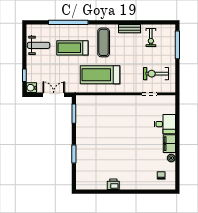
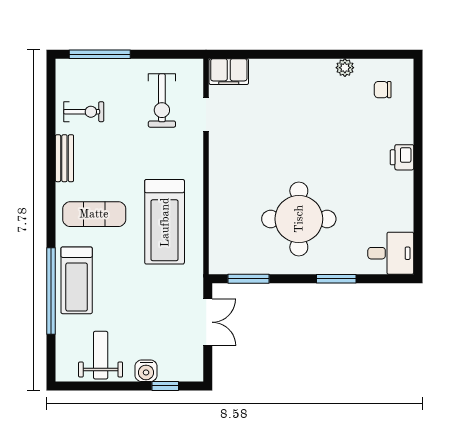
treadmill: (72, 48) -> (77, 280), moved
water cooler: (31, 88) -> (146, 371), moved
double door: (54, 95) -> (208, 322), swing flipped
desk: (165, 124) -> (391, 253), moved, turned 90
round table: (101, 137) -> (299, 219), added
filing cabinet: (169, 144) -> (229, 72), moved
printer: (113, 184) -> (402, 157), moved

